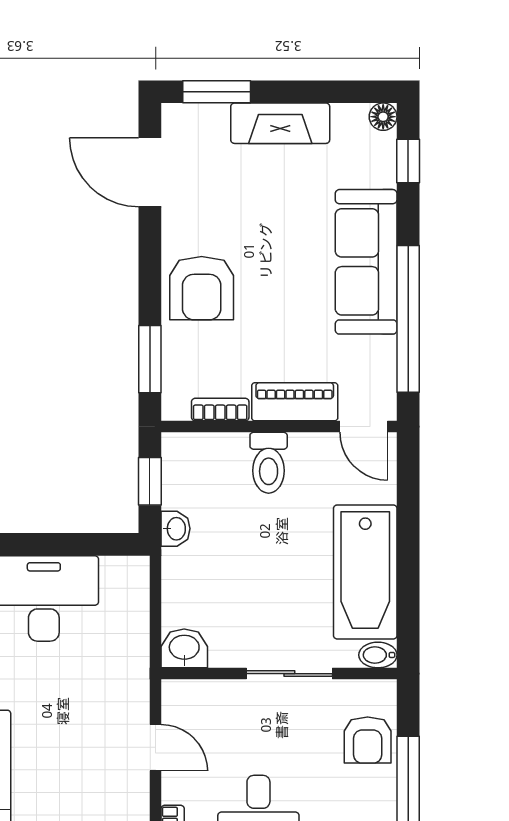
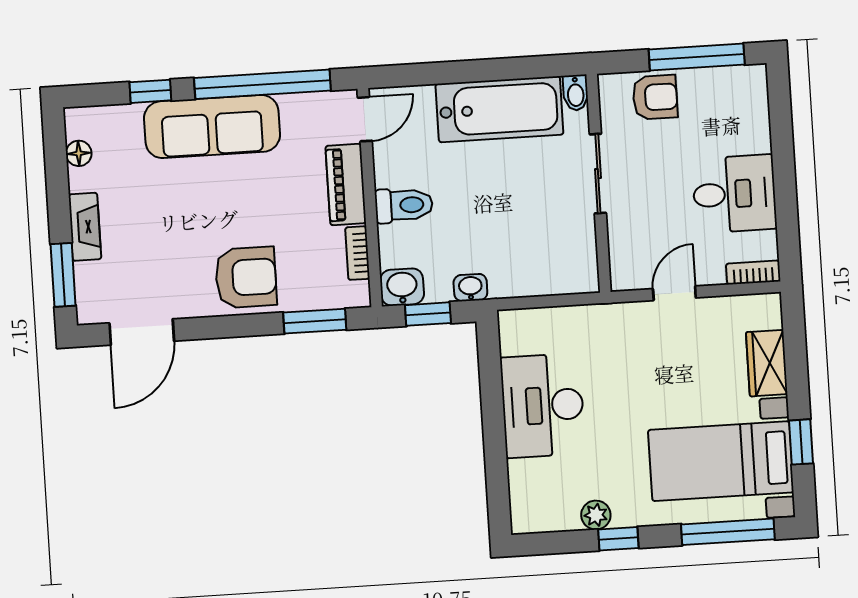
floor lamp: (383, 117) -> (79, 153), moved
fireplace: (280, 123) -> (85, 227), width x0.73, depth x0.76
window: (408, 161) -> (150, 91), moved
washbasin: (184, 648) -> (402, 287), moved, turned 90

